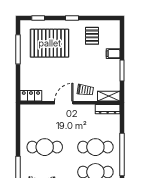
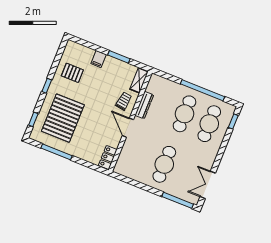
dresser: (108, 109) -> (144, 105), moved

